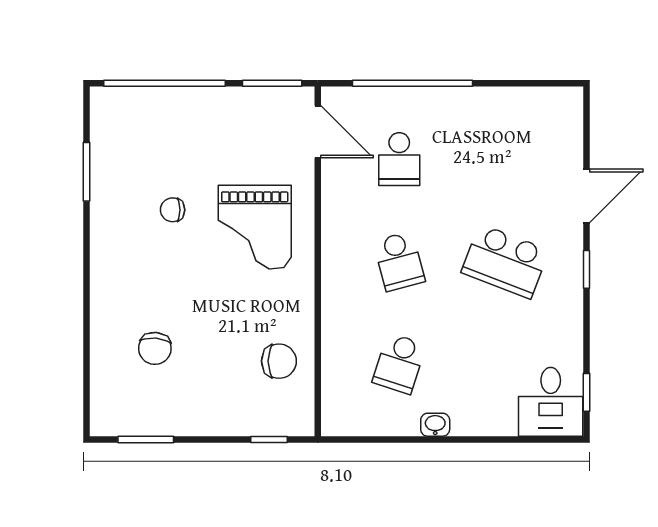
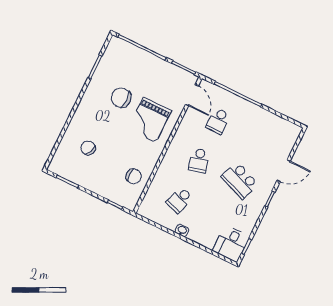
chair: (173, 210) -> (121, 98), width x1.87, depth x1.87
chair: (155, 348) -> (88, 148), turned 108

